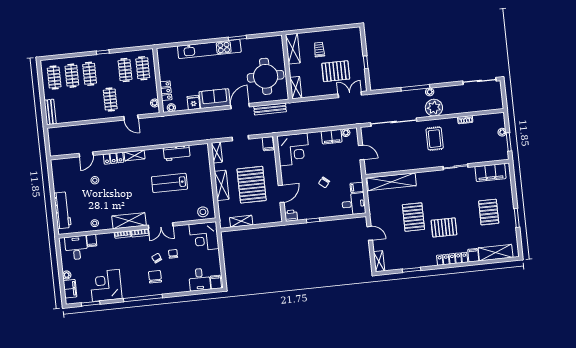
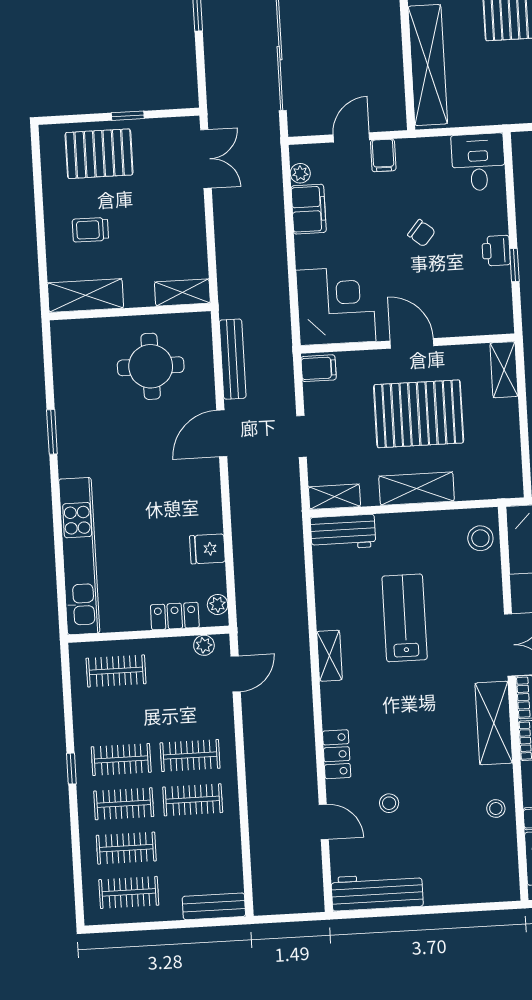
kitchen unit: (209, 49) -> (79, 556), moved
clothes rail: (125, 70) -> (121, 760), moved
pallet: (336, 71) -> (99, 154), moved, turned 90
round table: (266, 76) -> (151, 366), width x0.73, depth x0.73
double door: (350, 95) -> (206, 159), swing flipped
sofa: (215, 99) -> (200, 496), removed
clothes rail: (92, 101) -> (193, 800), added
door: (240, 106) -> (222, 433), hinge flipped
door: (131, 118) -> (236, 674), moved
workbench: (177, 153) -> (343, 532), moved, turned 90
shelving: (134, 155) -> (329, 656), moved
lab bench: (169, 183) -> (405, 618), turned 180
filing cabinet: (357, 187) -> (383, 155), moved
door: (281, 194) -> (412, 343), moved
workbench: (63, 210) -> (377, 892), moved
printer: (291, 216) -> (496, 251), moved
shelving: (241, 221) -> (504, 370), moved

